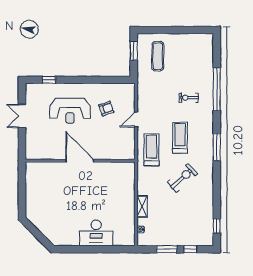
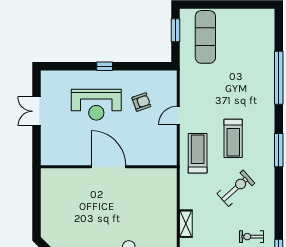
exercise mat: (158, 56) -> (205, 37), width x1.36, depth x1.45
window: (49, 80) -> (105, 66), moved
exercise bike: (189, 98) -> (252, 237), moved
treadmill: (180, 138) -> (233, 138), turned 180

